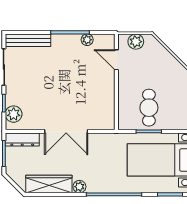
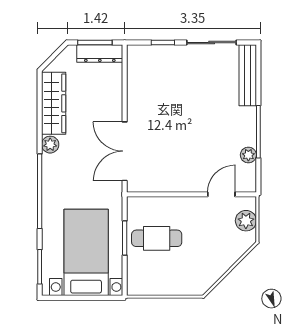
plant: (14, 114) -> (148, 56), removed
double door: (66, 131) -> (125, 151), moved
dresser: (22, 140) -> (100, 53), moved, turned -90

